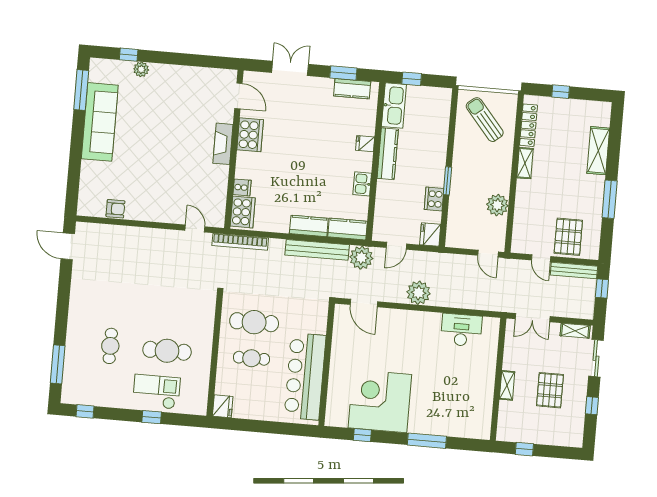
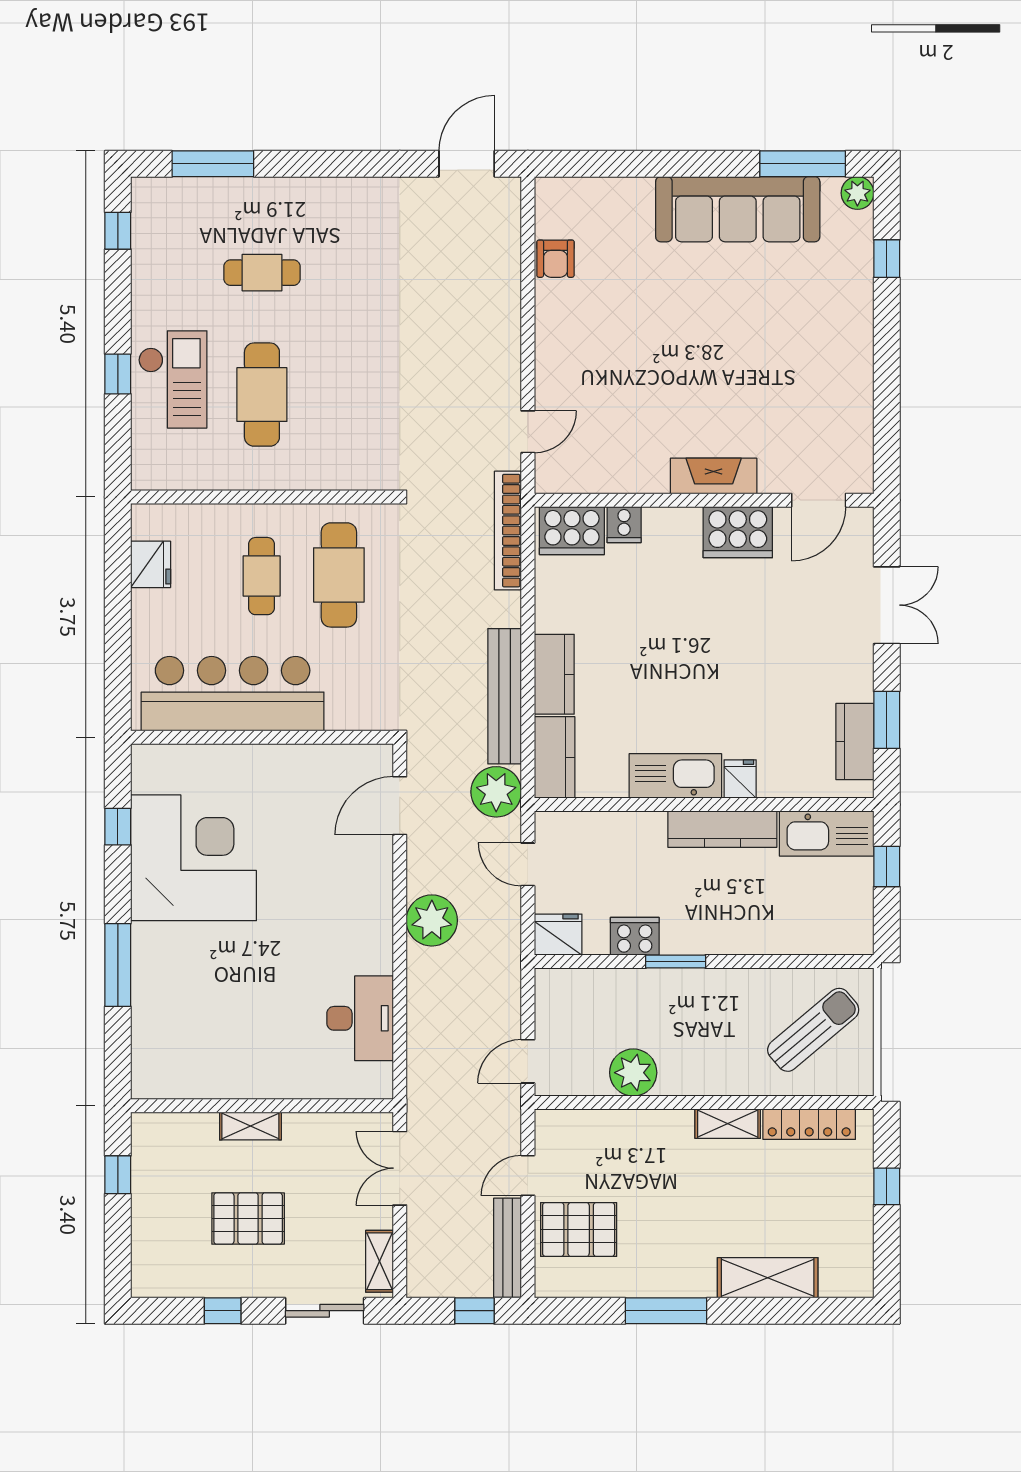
plant: (141, 69) -> (857, 193), moved
kitchen sink: (362, 184) -> (675, 776), width x1.88, depth x1.24
fridge: (223, 406) -> (151, 564), moved, turned -90

